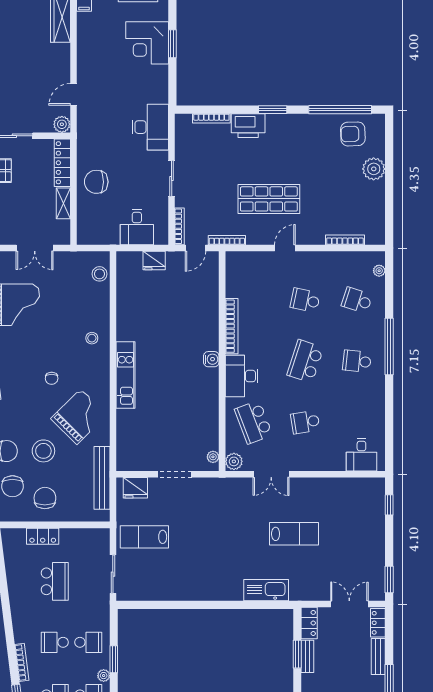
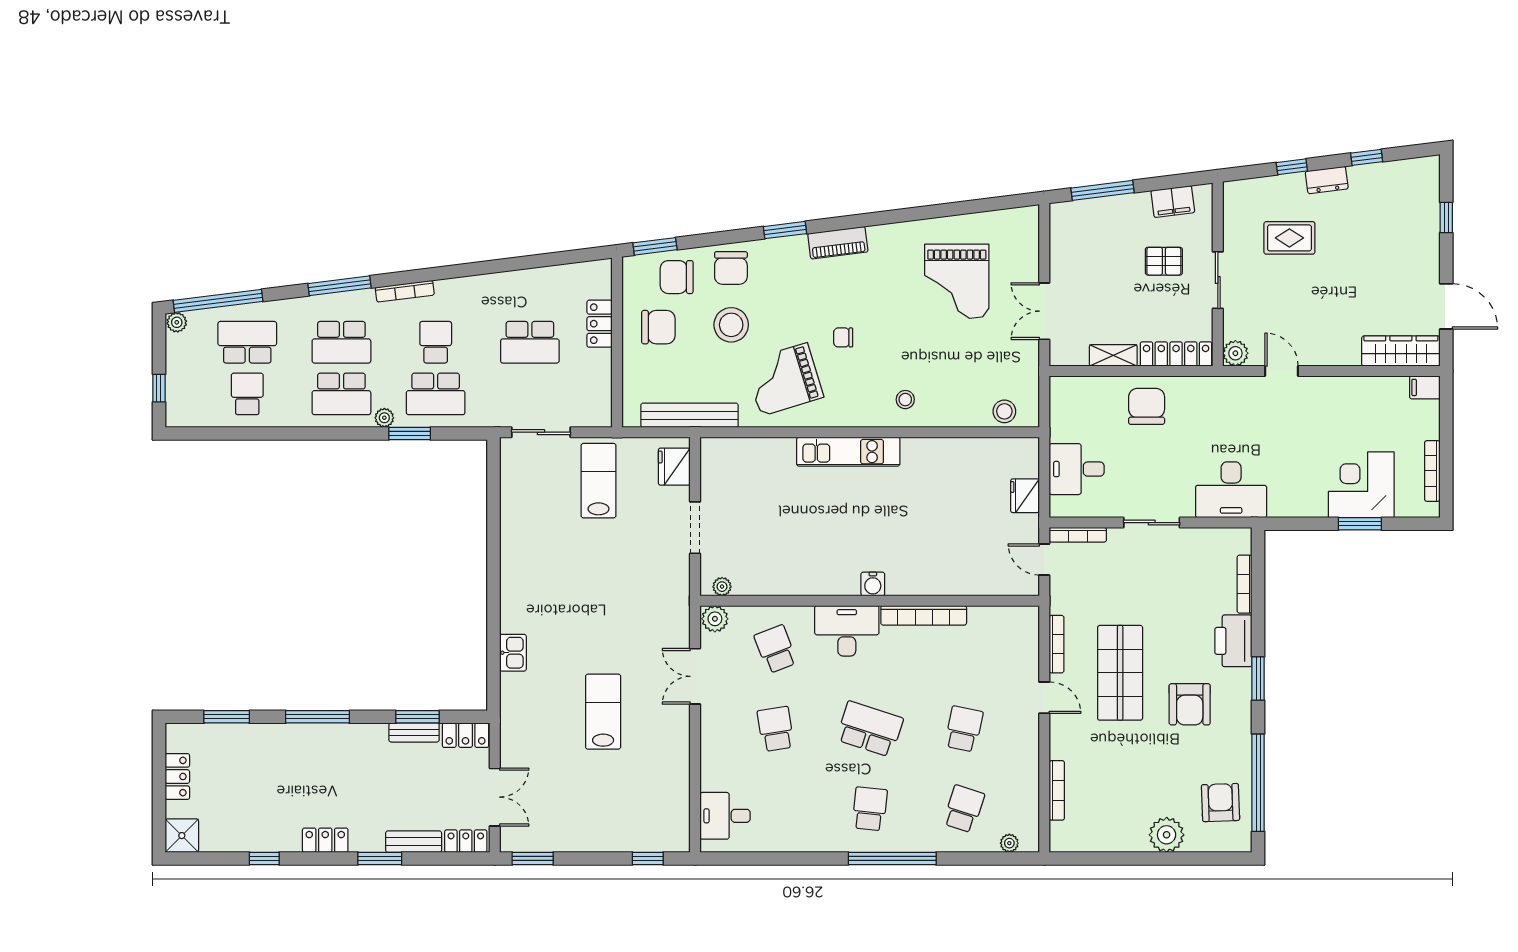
armchair: (289, 154) -> (1190, 704), added
bookcase: (227, 240) -> (1057, 644), moved
grand piano: (79, 417) -> (784, 379), turned 118
school desk: (253, 422) -> (776, 649), width x0.54
lab bench: (294, 534) -> (603, 712), turned 180
kitchen sink: (266, 590) -> (513, 653), width x0.53, depth x0.81
school desk: (88, 642) -> (436, 394), width x1.85

